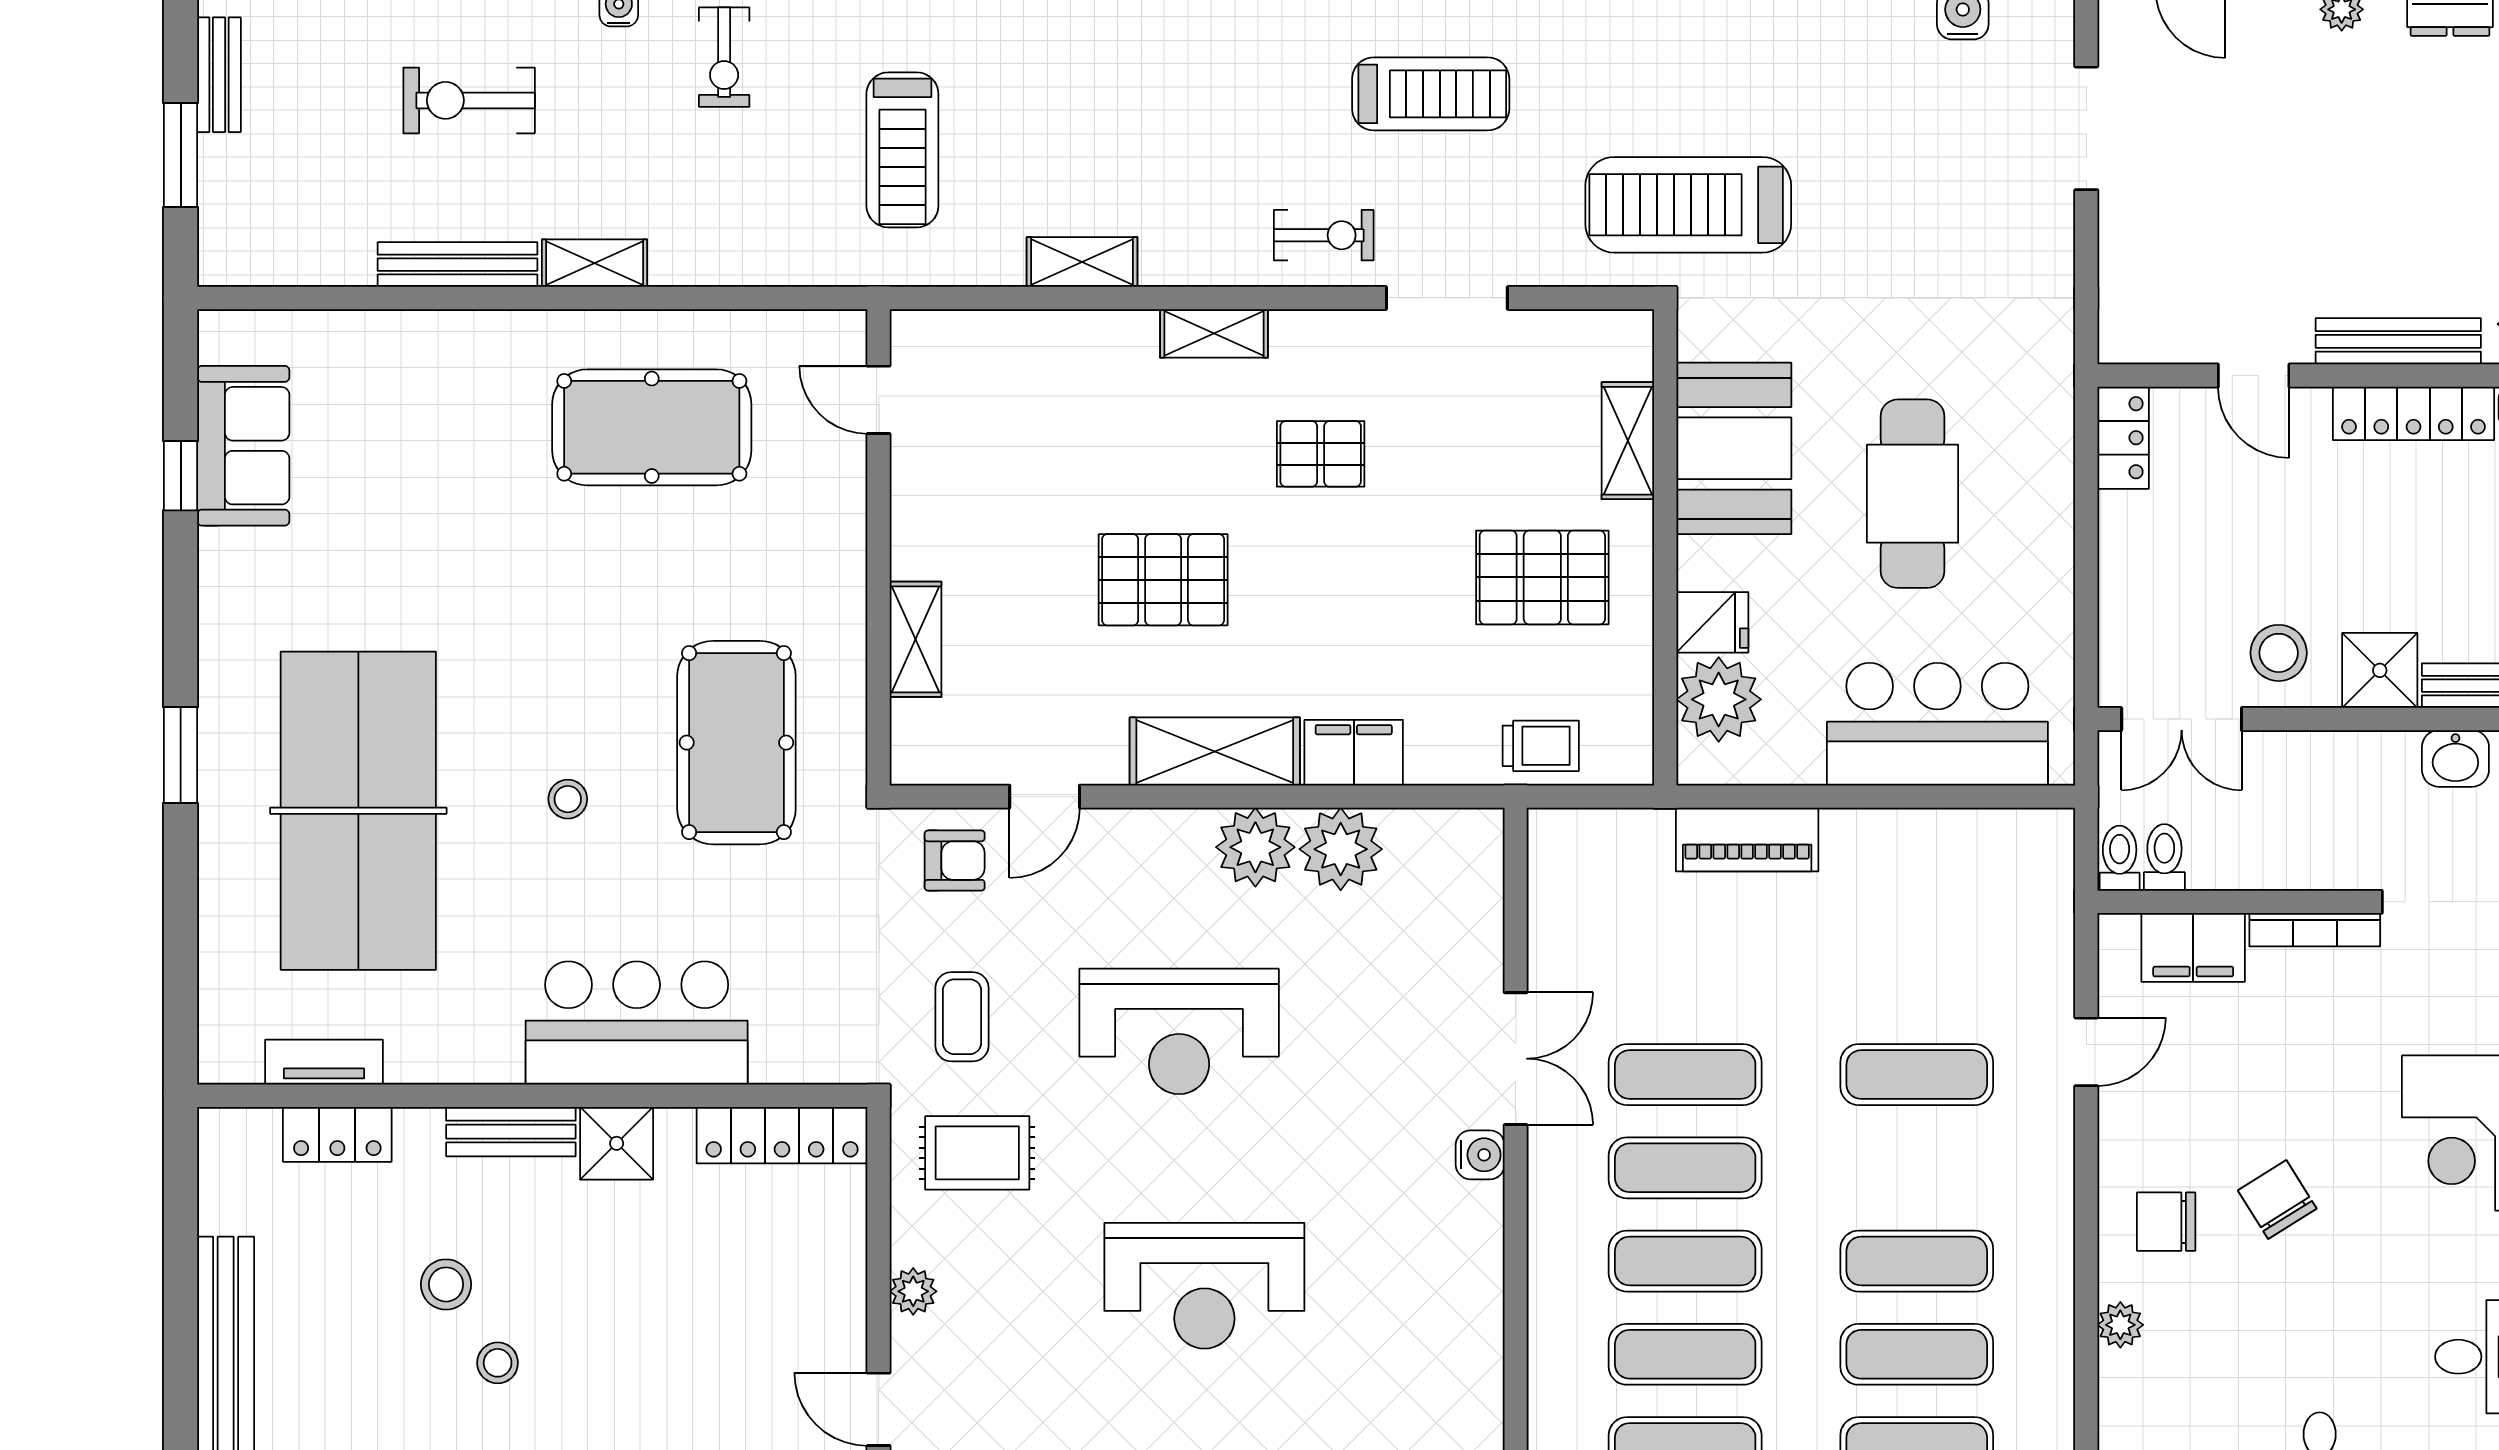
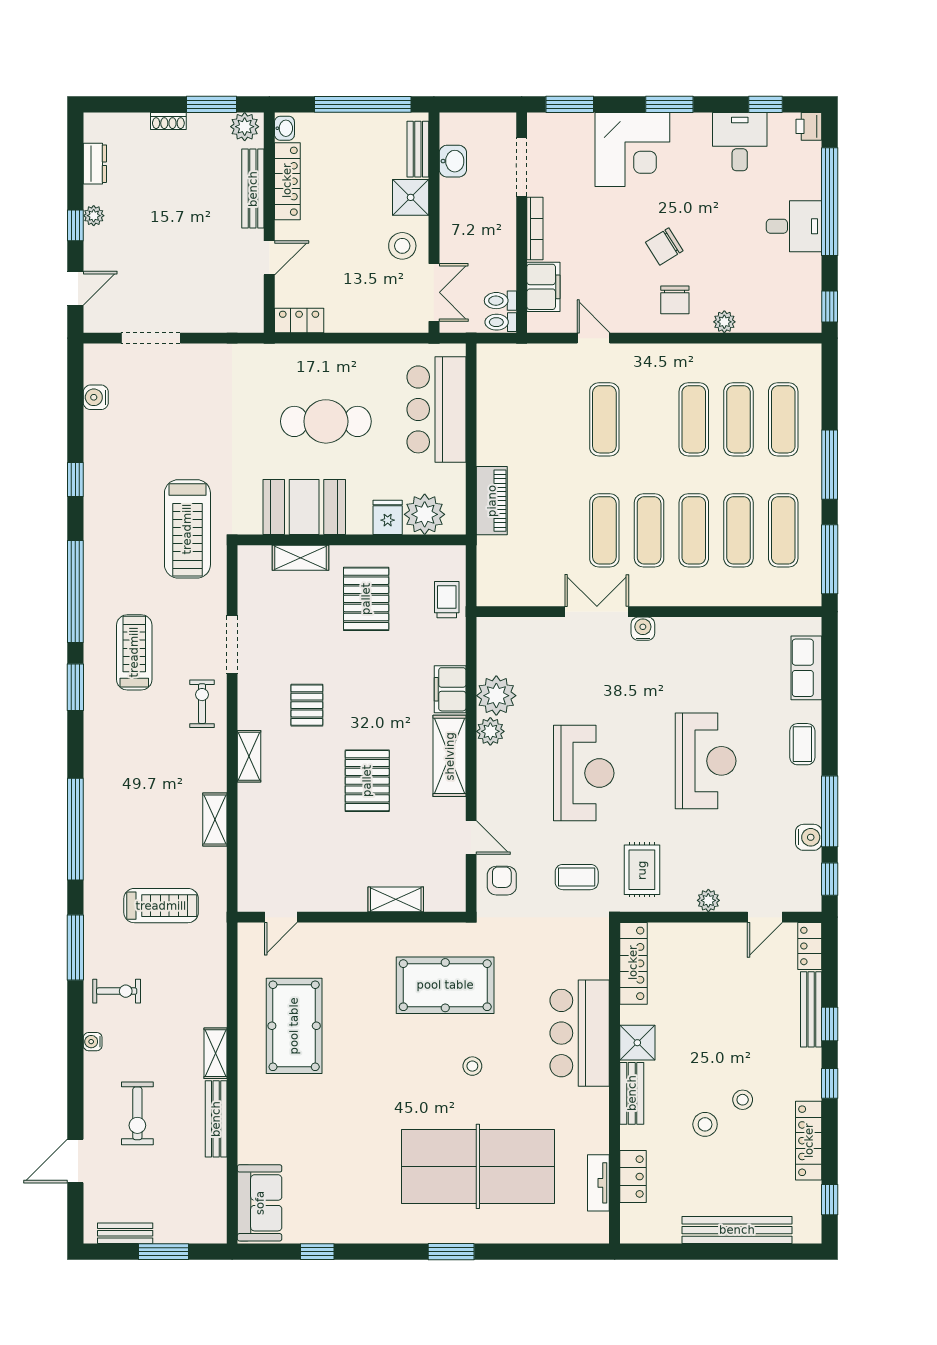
sofa: (243, 446) -> (260, 1203), moved, turned 90
plant: (1255, 847) -> (490, 731), width x0.73, depth x0.73

